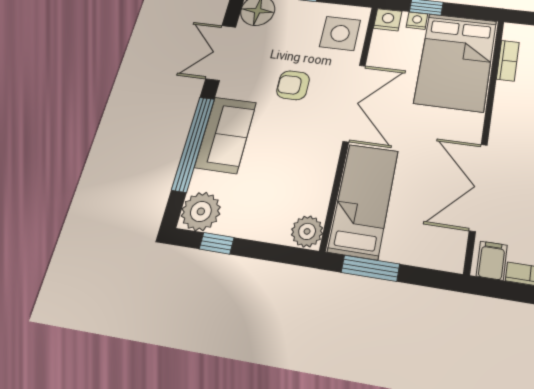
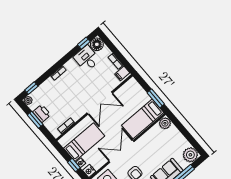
bed: (456, 62) -> (84, 142), width x0.67
double door: (478, 187) -> (100, 103), moved
window: (217, 243) -> (192, 141), removed

